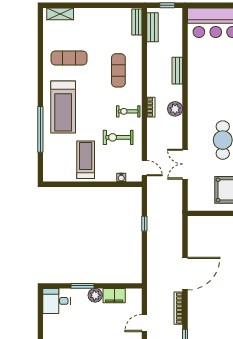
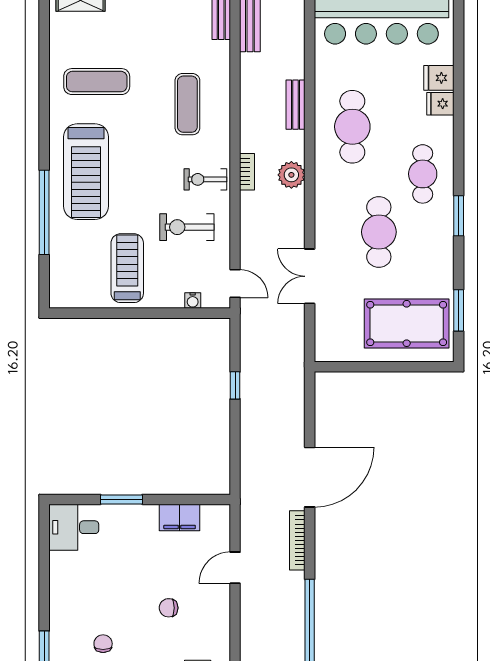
cafe table: (208, 83) -> (352, 127), added
plant: (95, 295) -> (145, 517), removed

